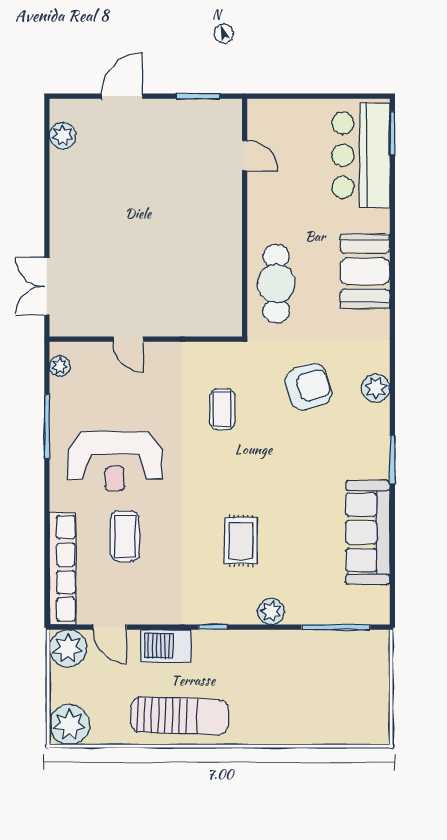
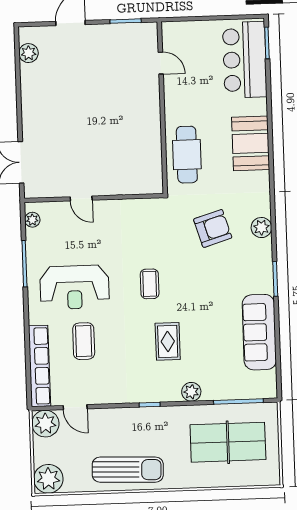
coffee table: (222, 409) -> (150, 284), moved
barbecue: (166, 646) -> (116, 419), removed
table tennis table: (319, 683) -> (228, 442), added

